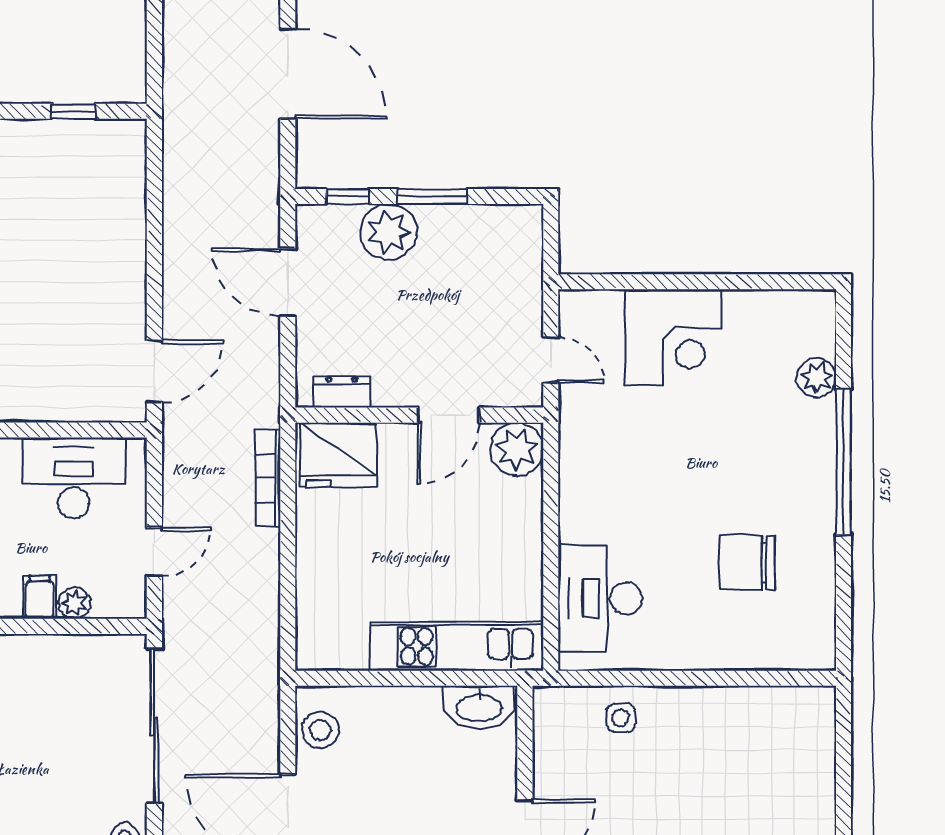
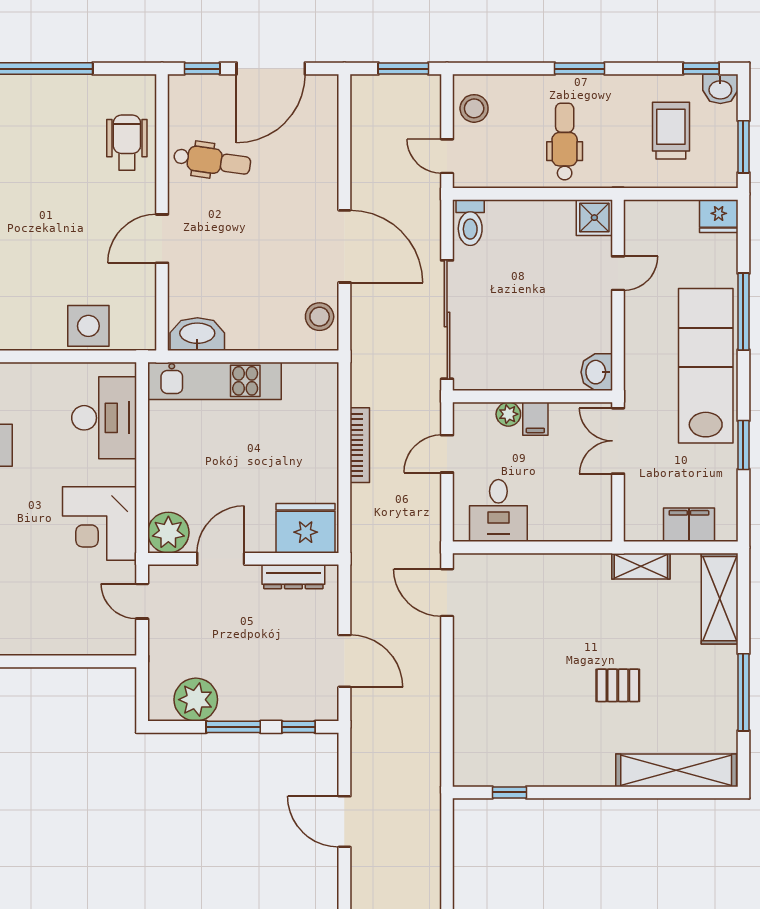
door: (288, 74) -> (344, 822), width x0.73
plant: (388, 232) -> (196, 700), moved
corner desk: (673, 337) -> (100, 523), moved, turned -90
door: (154, 371) -> (447, 593), hinge flipped
dresser: (342, 392) -> (293, 577), width x1.44
desk: (74, 478) -> (498, 511), width x0.73
bookcase: (268, 478) -> (360, 445), moved
side table: (621, 718) -> (88, 326), width x1.87, depth x1.87

